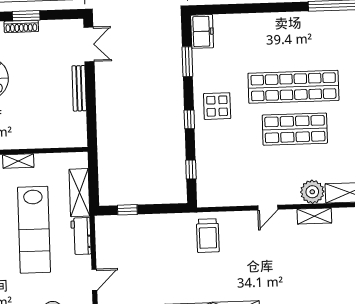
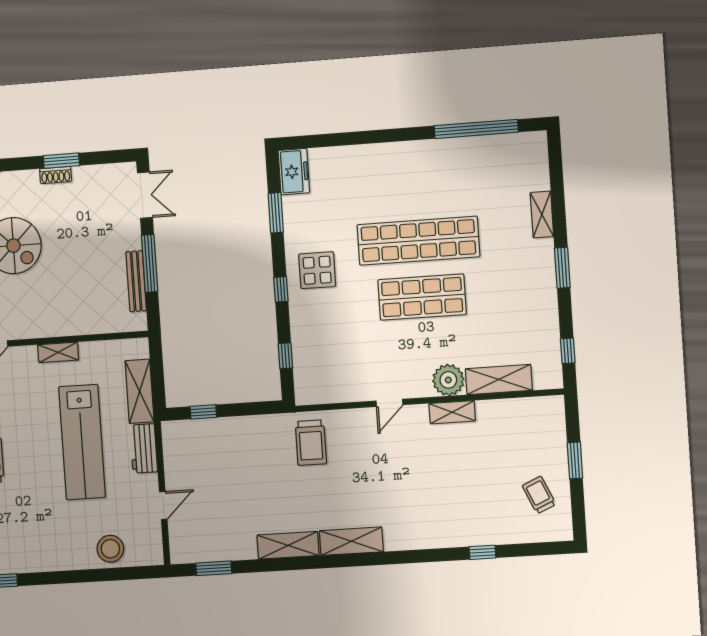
shoe rack: (21, 26) -> (56, 175), width x0.70
bench: (79, 88) -> (136, 281), moved
window: (91, 96) -> (150, 263), added

